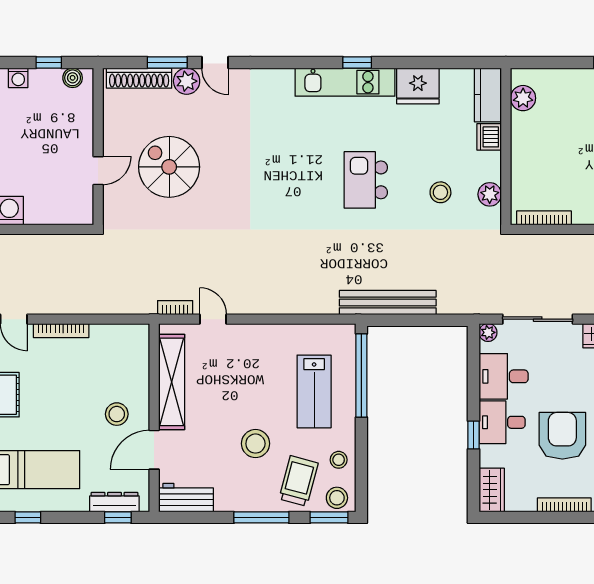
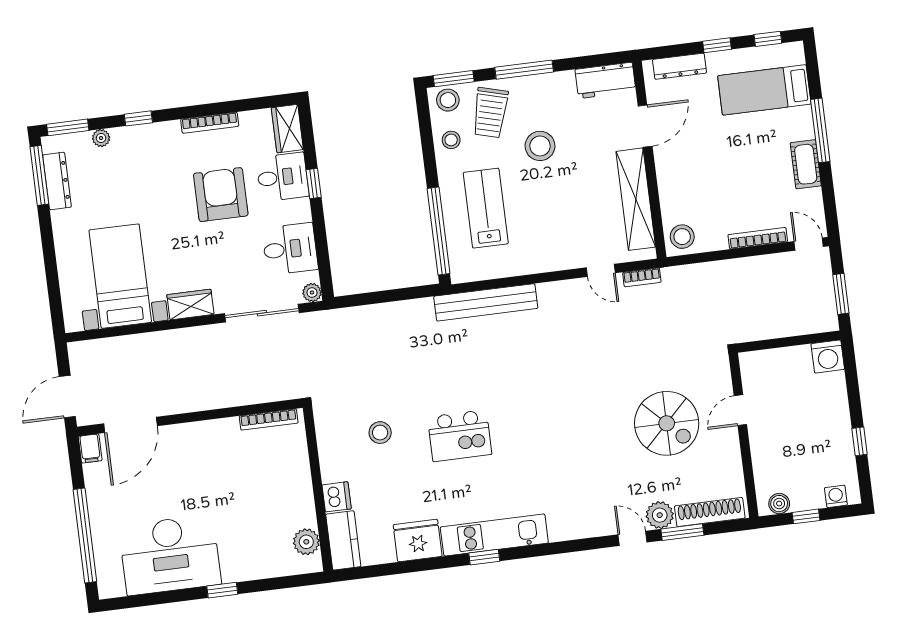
kitchen island: (366, 180) -> (460, 436), turned 90
plant: (490, 194) -> (328, 437), removed
bench: (388, 303) -> (486, 302), moved
stool: (117, 414) -> (682, 237), moved
desk: (502, 422) -> (282, 177), moved
armchair: (562, 436) -> (221, 195), turned 180
window: (118, 517) -> (717, 45), moved

